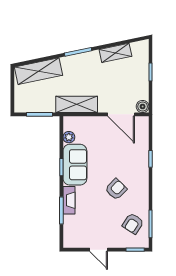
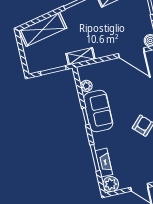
shelving: (77, 104) -> (80, 56), width x0.67, depth x0.75
fireplace: (69, 200) -> (104, 163), moved
plant: (71, 240) -> (111, 184), added

